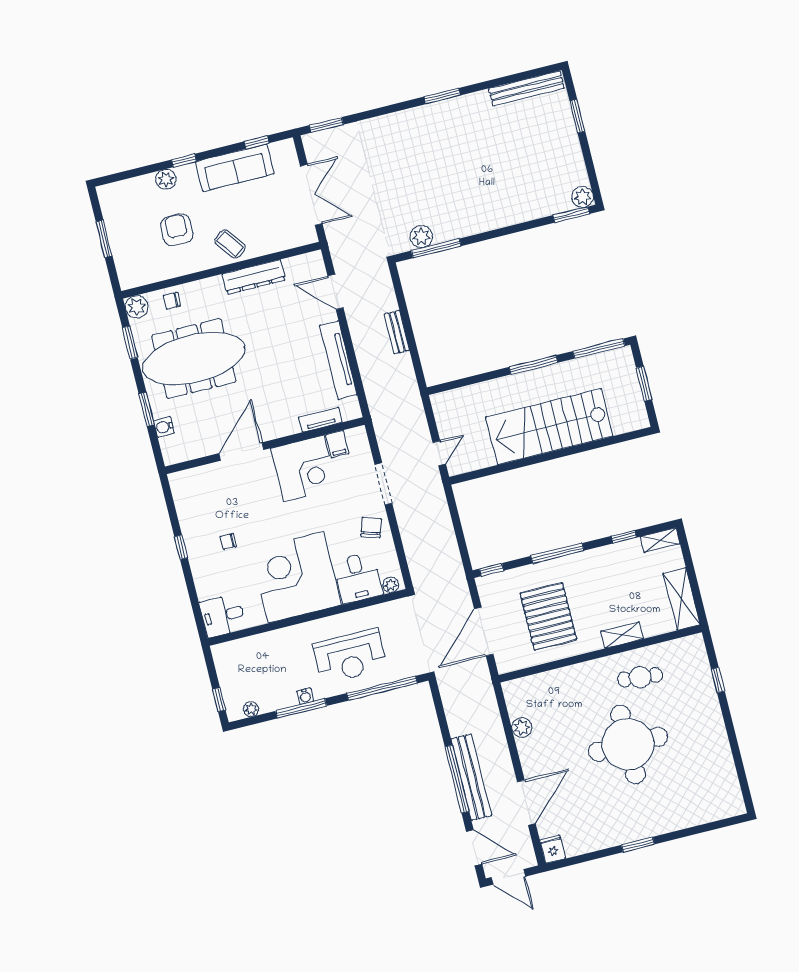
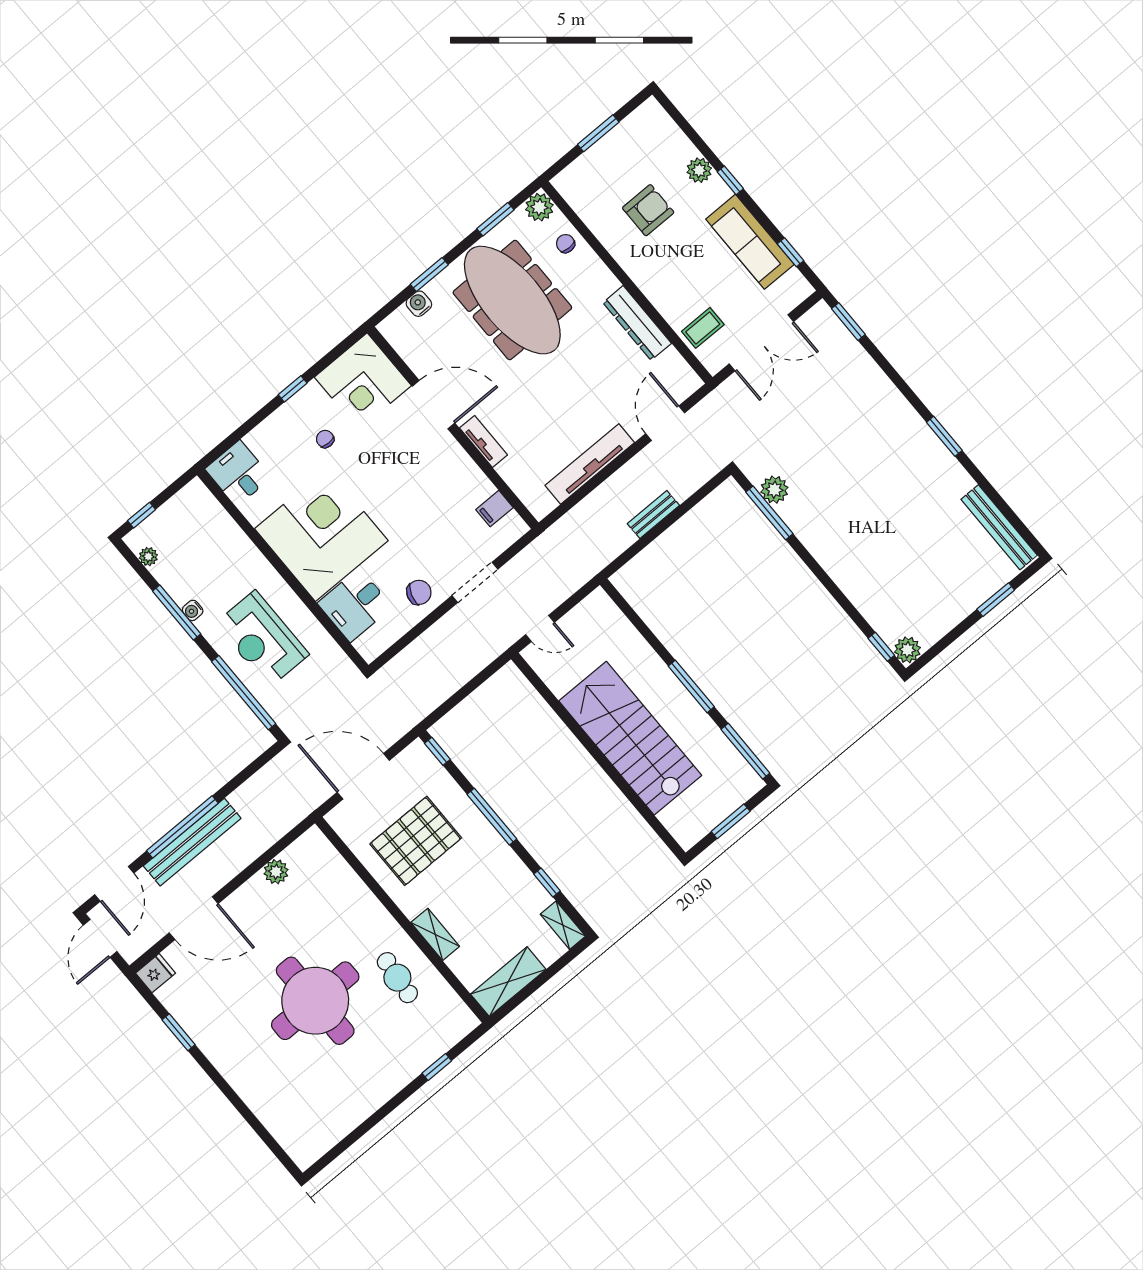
window: (571, 215) -> (881, 647), width x0.67
coffee table: (230, 244) -> (703, 328), moved, turned 37
tv unit: (320, 420) -> (484, 441), moved
corner desk: (304, 468) -> (363, 381), moved
plant: (391, 585) -> (365, 646), removed
window: (638, 845) -> (179, 1032), moved

